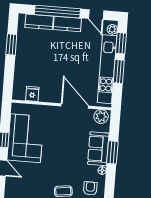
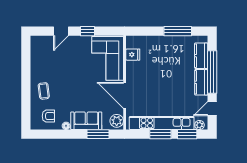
window: (11, 45) -> (178, 31), width x1.44
door: (75, 106) -> (125, 95), swing flipped
corner sofa: (25, 138) -> (108, 58), moved, turned 90
window: (112, 152) -> (98, 134), moved

